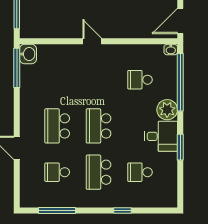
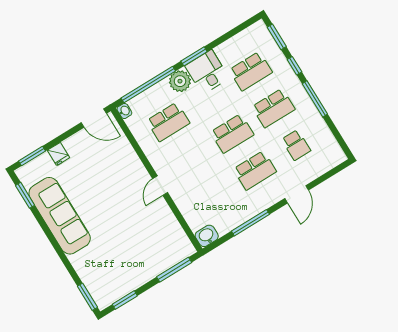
window: (17, 68) -> (250, 223), moved
school desk: (140, 80) -> (168, 122), width x1.85
window: (180, 147) -> (194, 56), moved
school desk: (140, 172) -> (251, 71), width x1.85
window: (57, 211) -> (315, 99), moved
window: (155, 211) -> (277, 37), added

